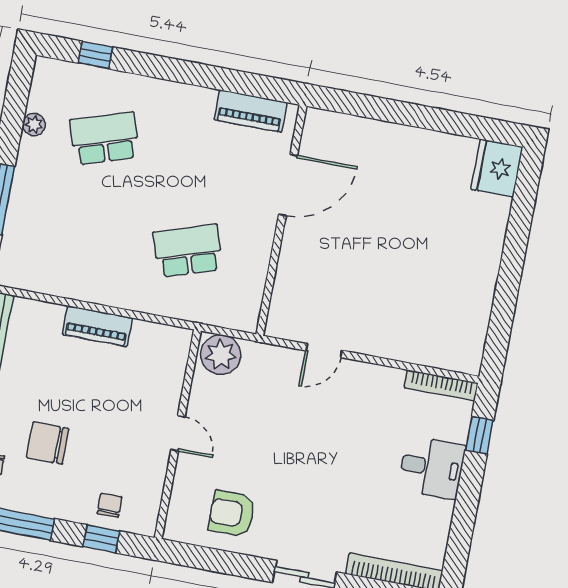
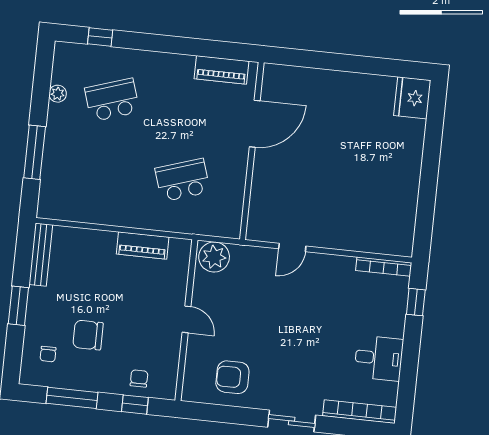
piano: (97, 326) -> (143, 246), moved
desk: (432, 467) -> (379, 358), moved

